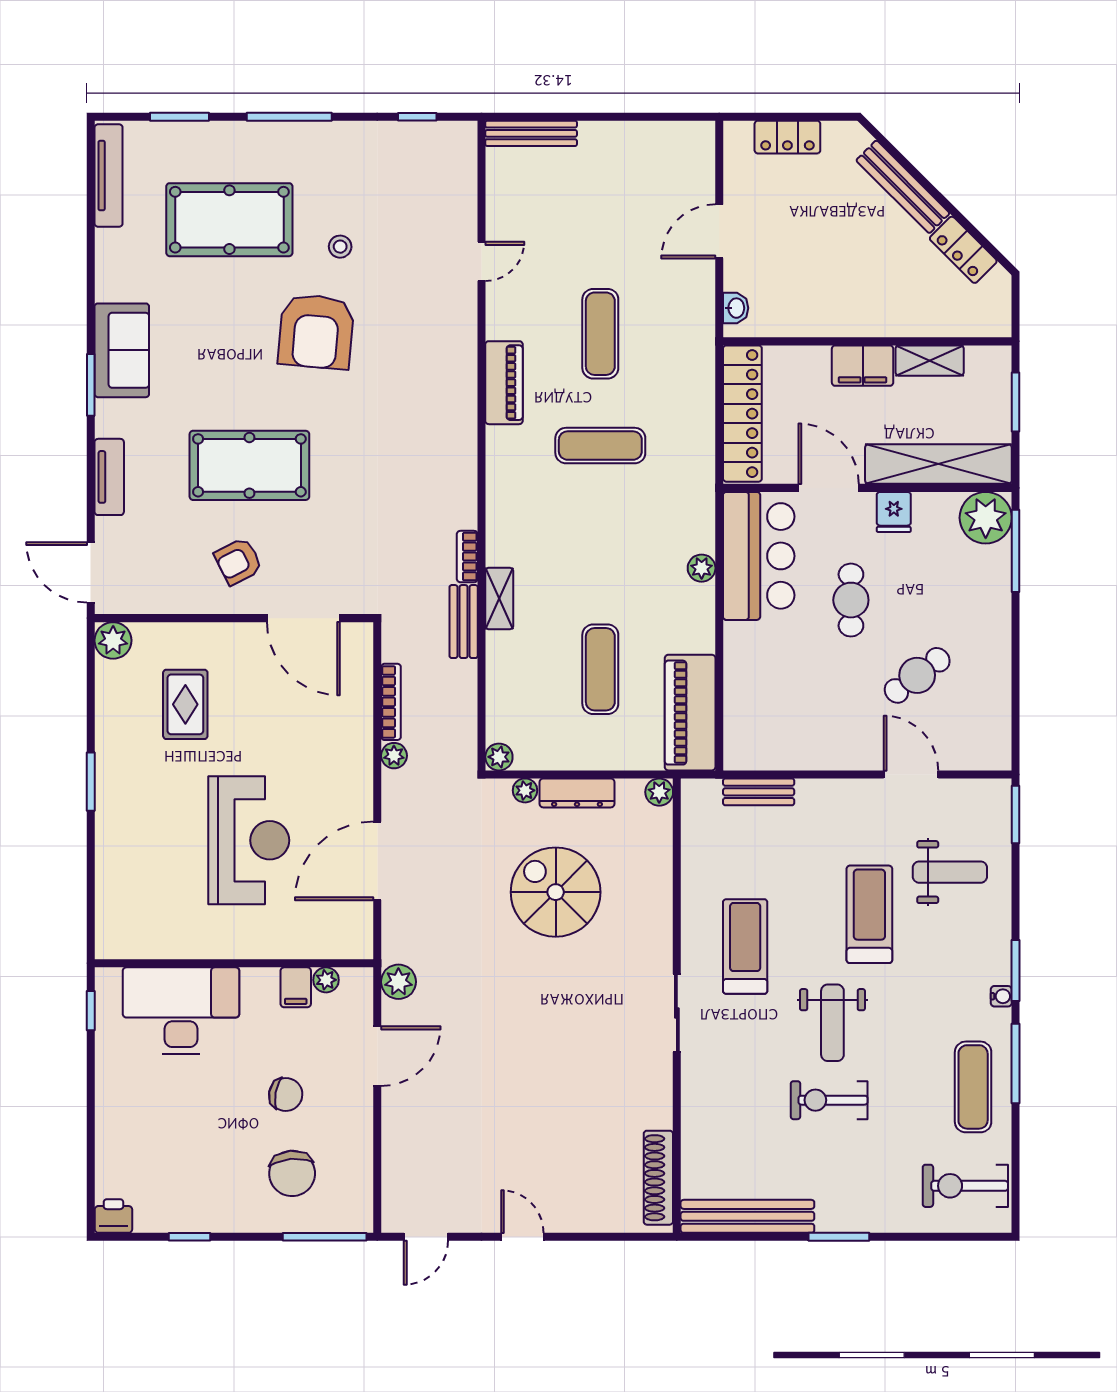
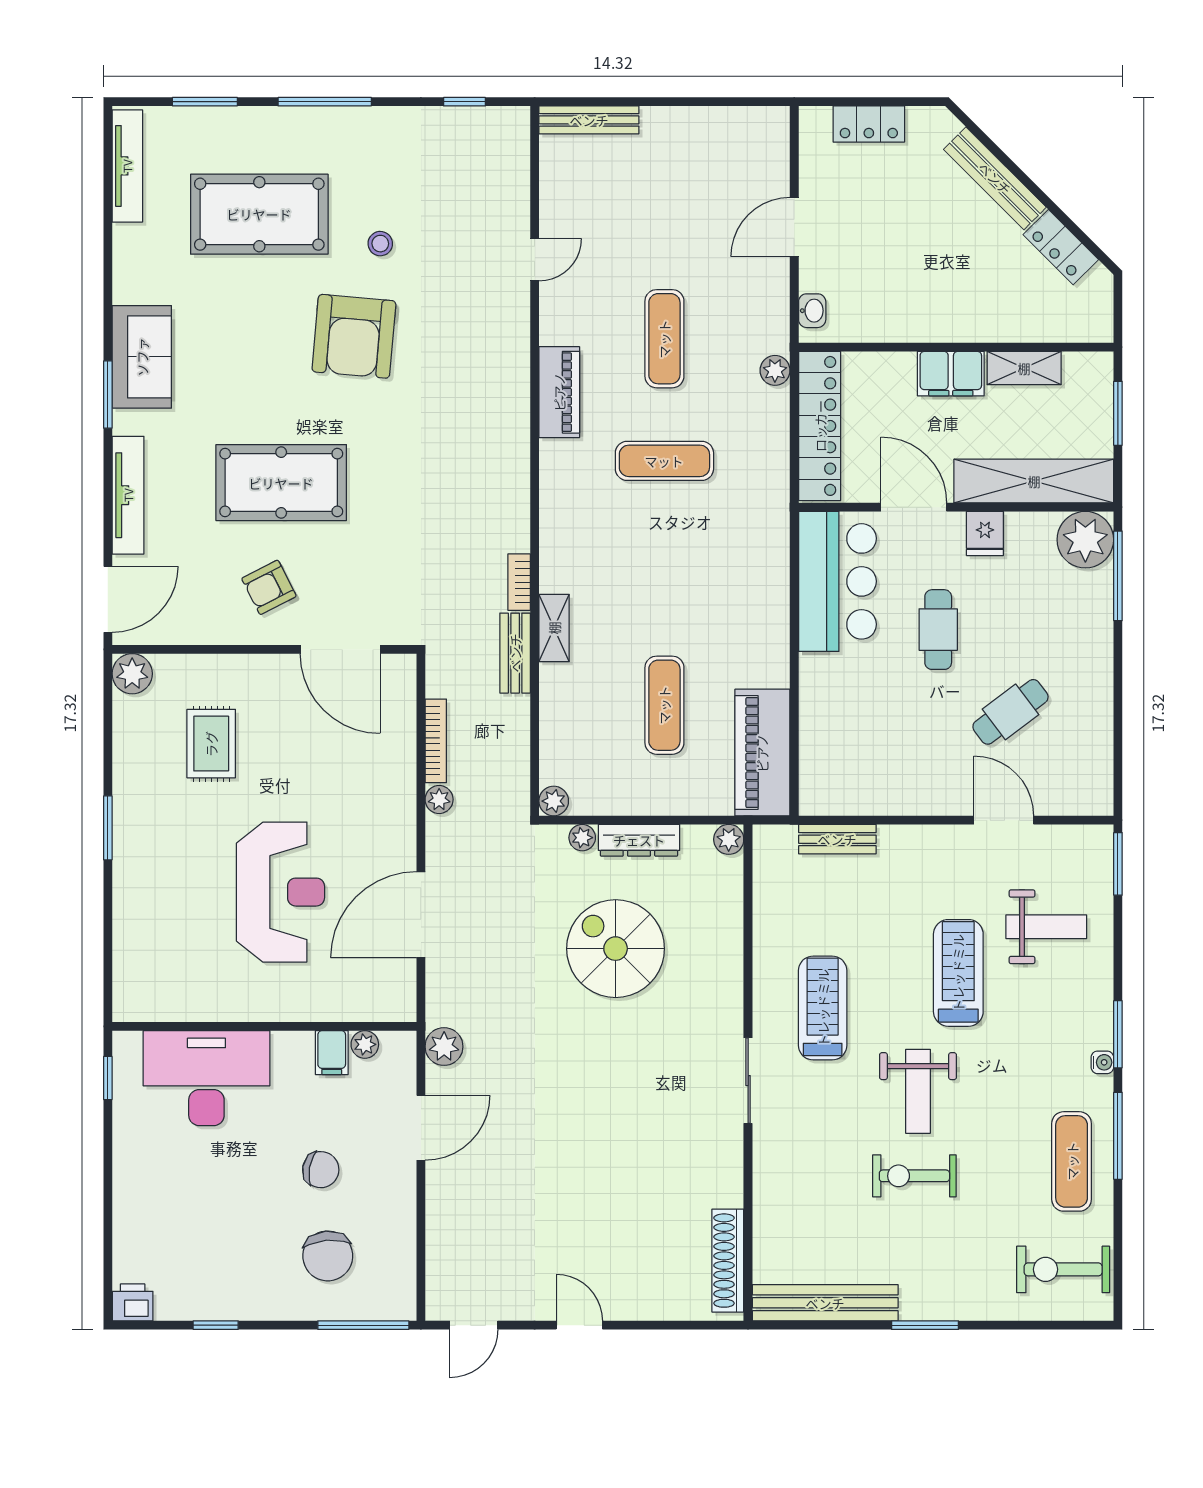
tv unit: (109, 477) -> (128, 495), width x1.41
plant: (702, 568) -> (775, 370), moved
door: (91, 572) -> (108, 599), swing flipped

